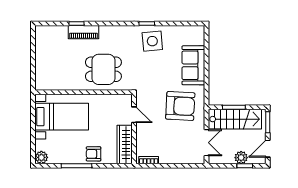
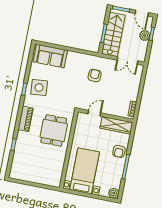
piano: (84, 32) -> (26, 119), moved
sofa: (193, 65) -> (50, 56), moved
armchair: (180, 106) -> (95, 75), width x0.53, depth x0.53
double door: (207, 143) -> (128, 60), swing flipped

